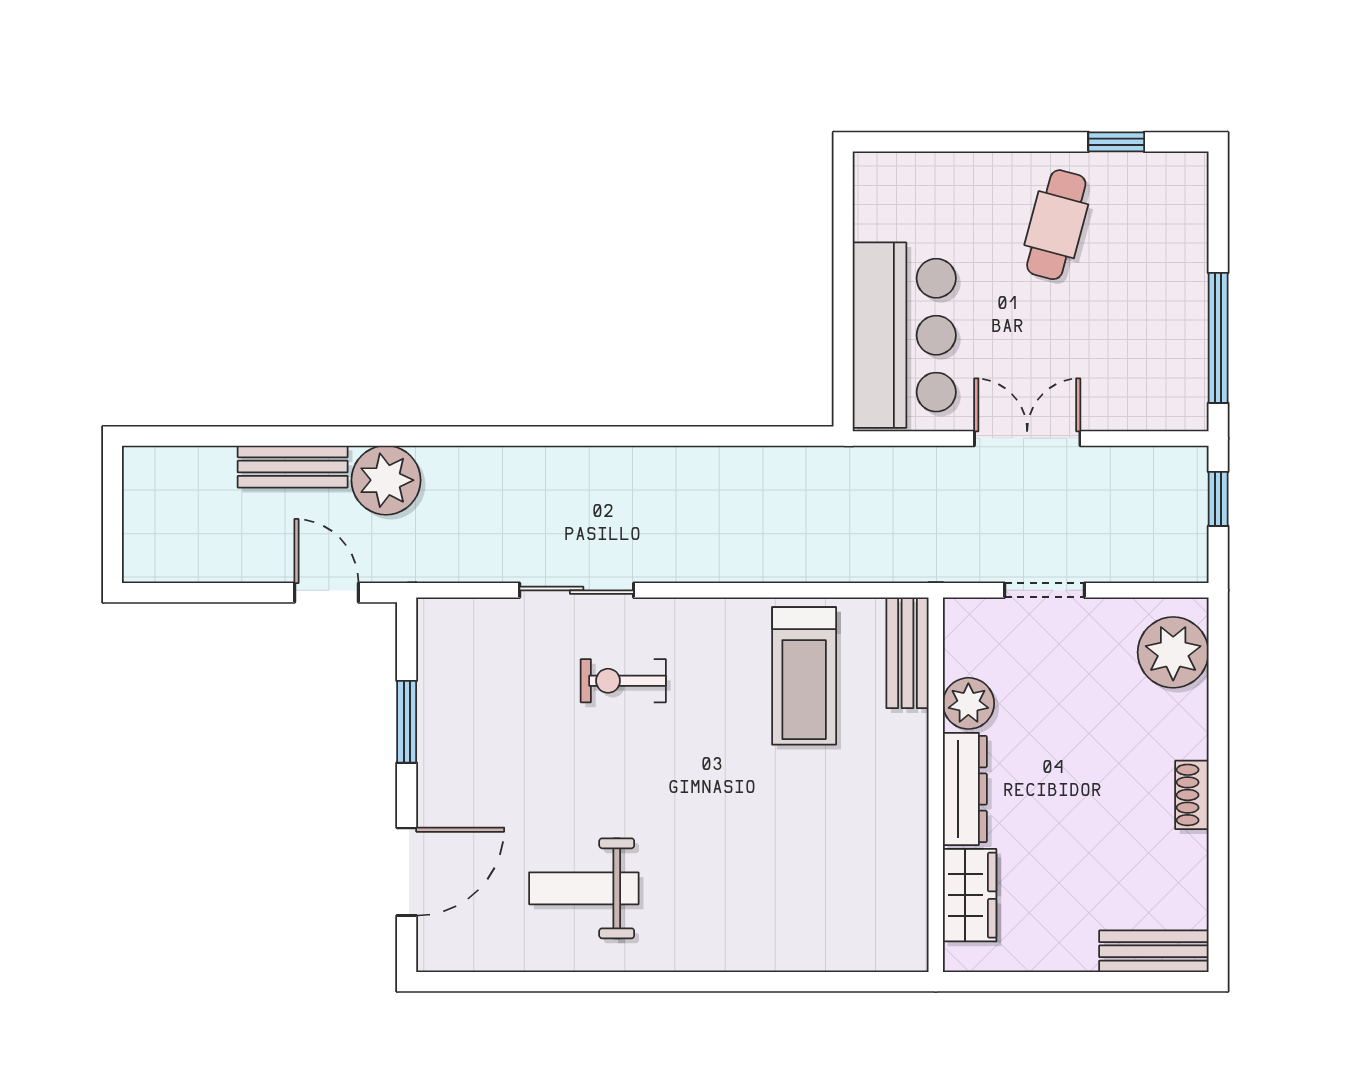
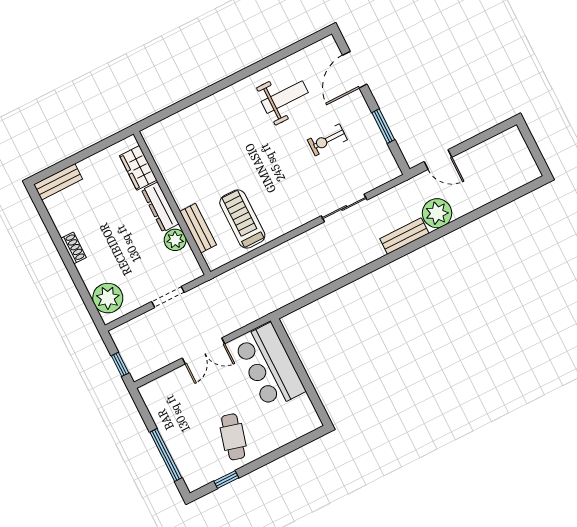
window: (1218, 338) -> (166, 455), moved
bench: (293, 467) -> (404, 236), moved
bench: (907, 653) -> (198, 228), moved
exercise bike: (623, 681) -> (327, 140), moved, turned 180

